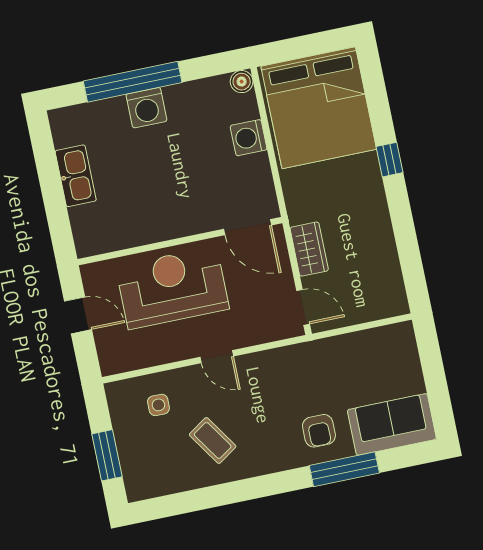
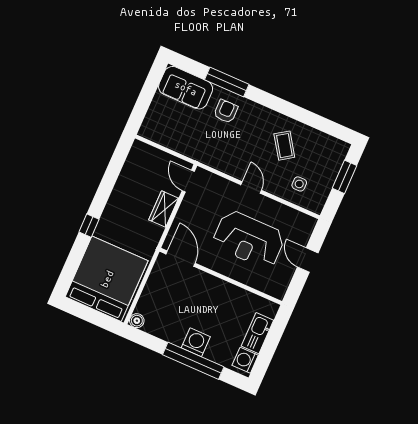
washing machine: (249, 138) -> (245, 360), moved, turned 180
door: (248, 227) -> (181, 259), moved
wall: (180, 241) -> (221, 276), moved

